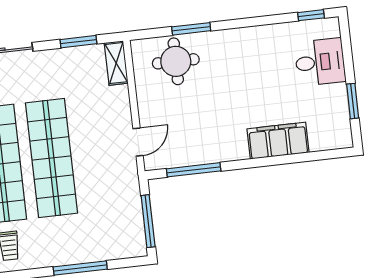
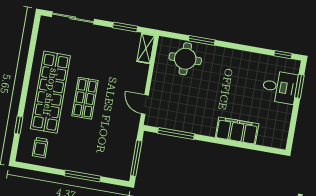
window: (353, 101) -> (299, 86), moved
door: (138, 142) -> (145, 104), swing flipped
shop shelf: (52, 158) -> (85, 98), width x0.50, depth x0.74

